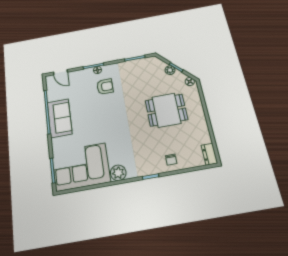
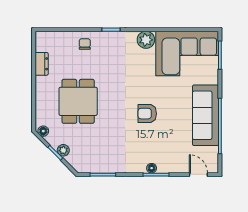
armchair: (105, 87) -> (147, 114), moved
dining table: (166, 110) -> (78, 101), turned 90
sofa: (60, 118) -> (206, 115), width x1.36
dresser: (209, 154) -> (42, 64), moved

